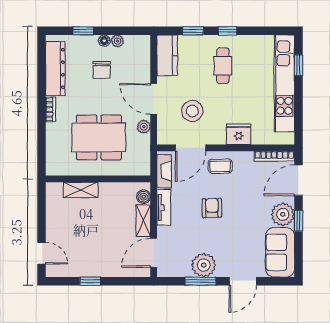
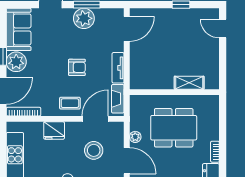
boiler: (144, 197) -> (135, 77), removed
armchair: (212, 208) -> (77, 67), turned -89
shelving: (143, 221) -> (136, 56), removed

